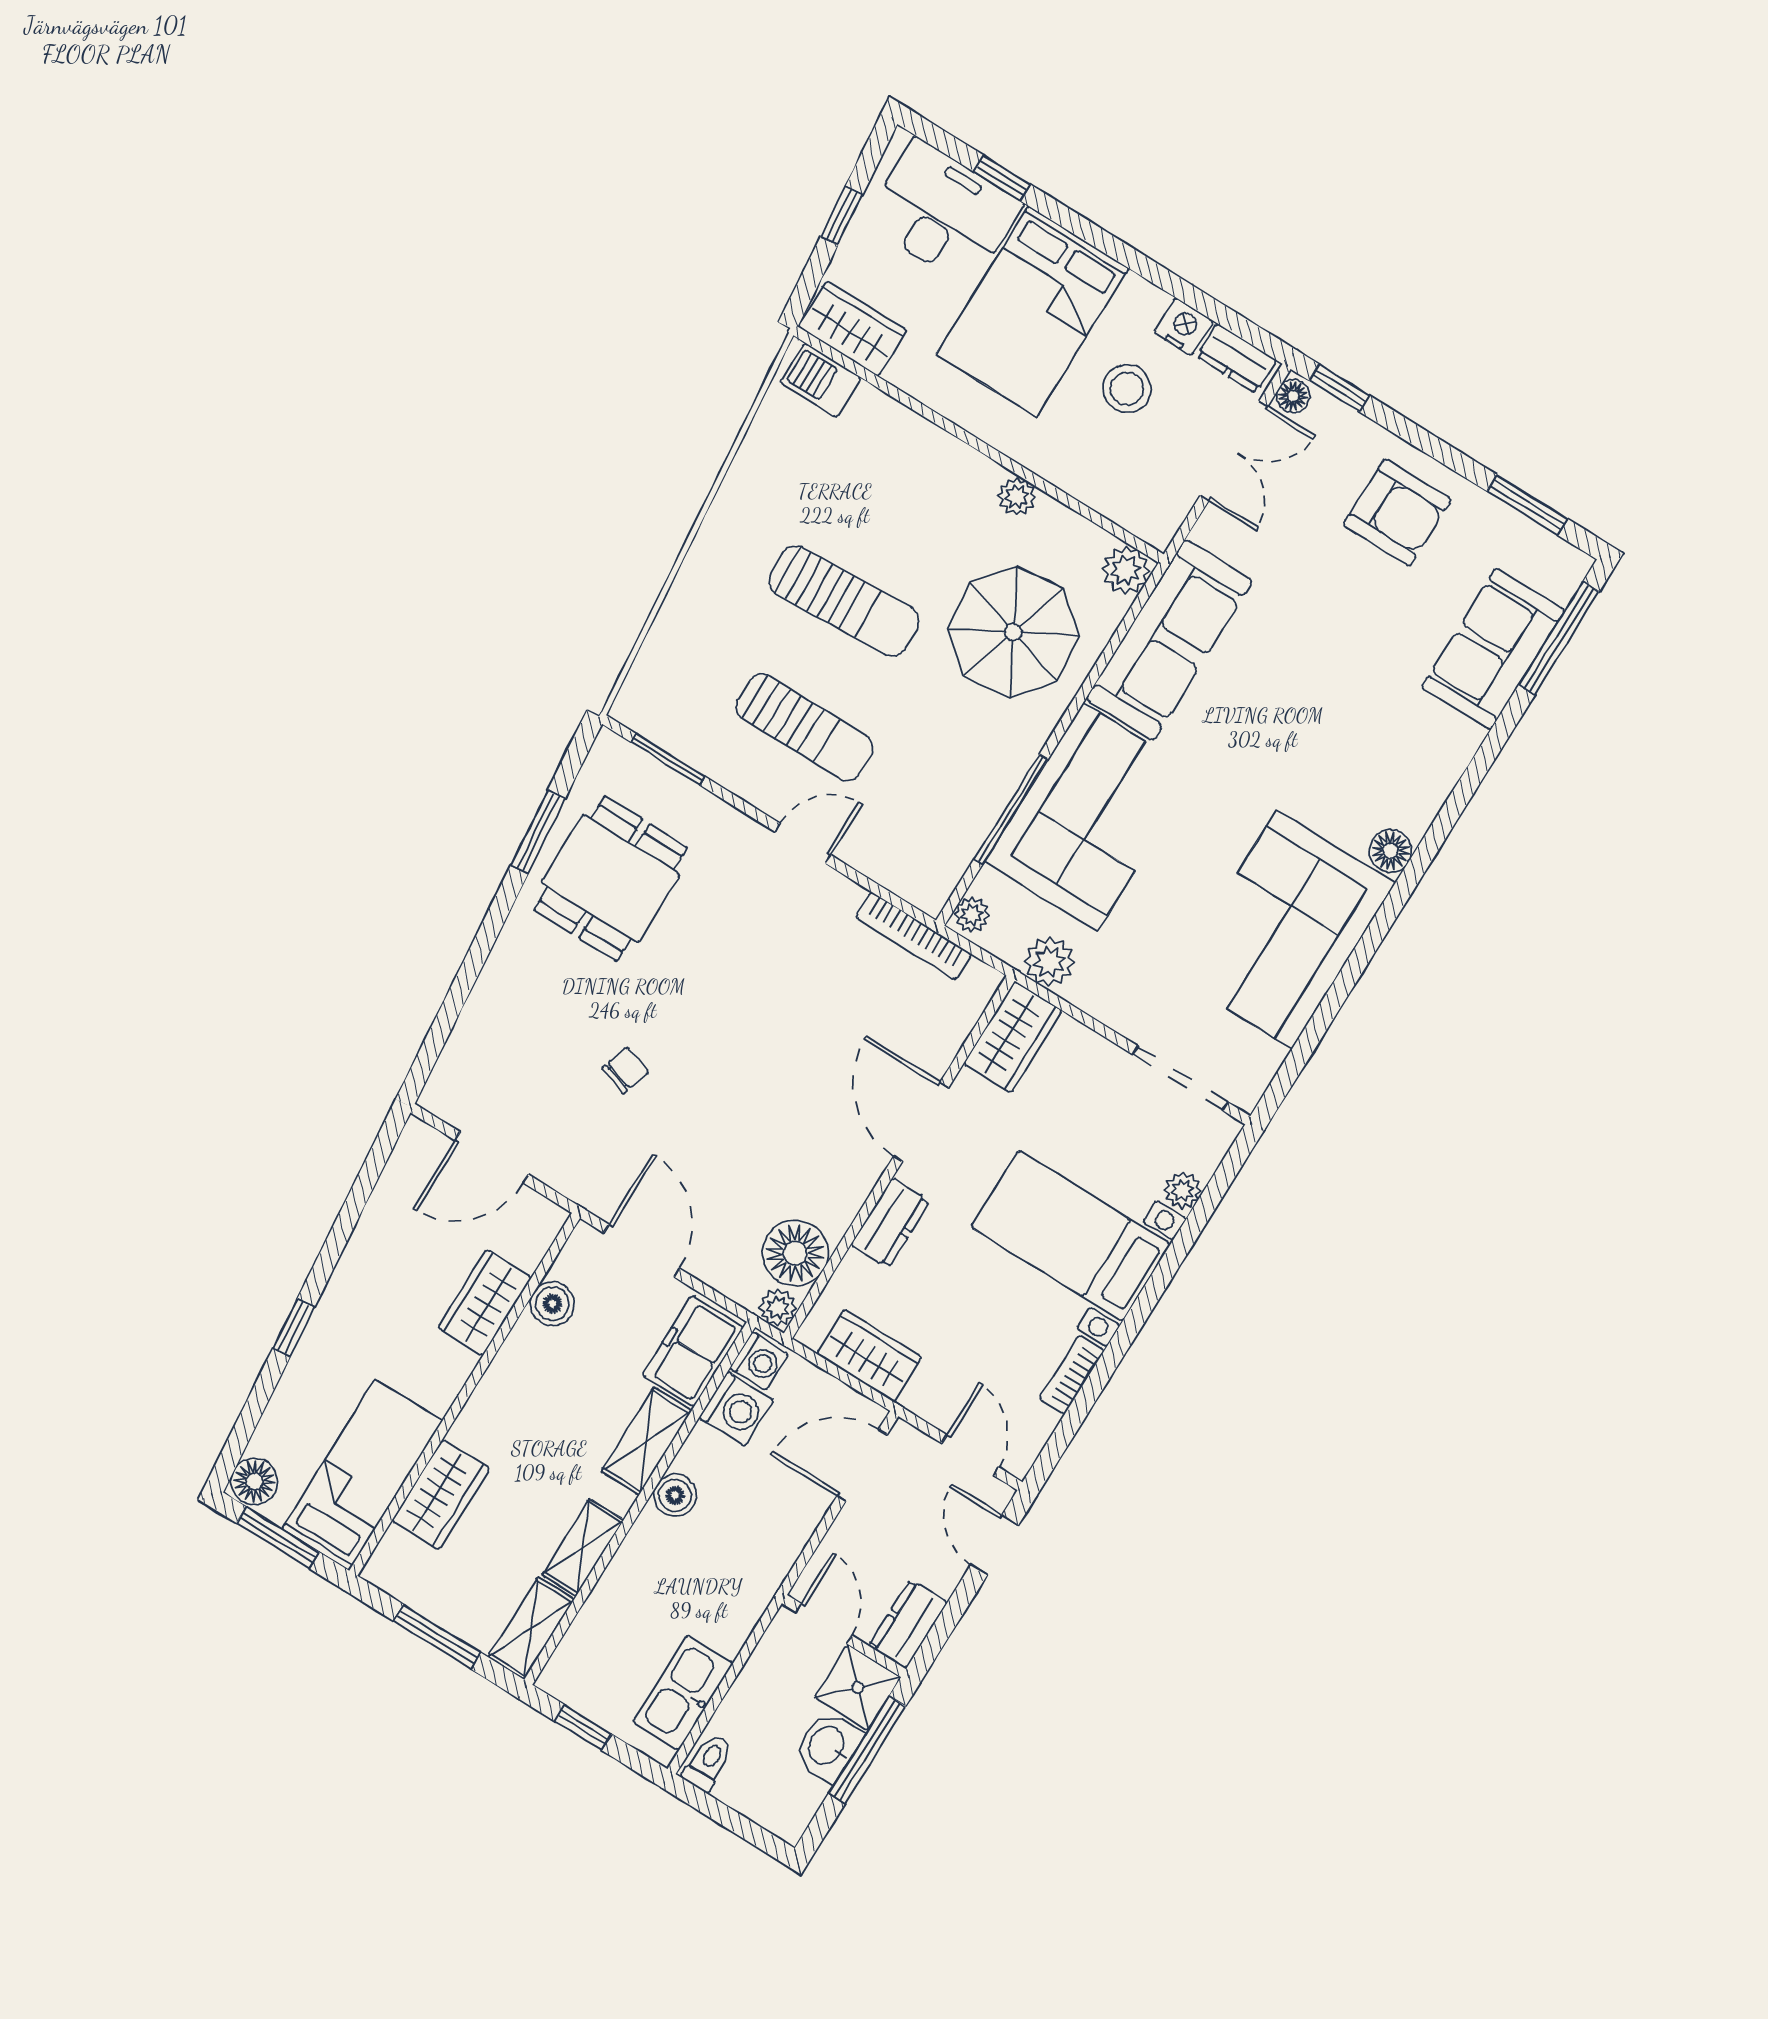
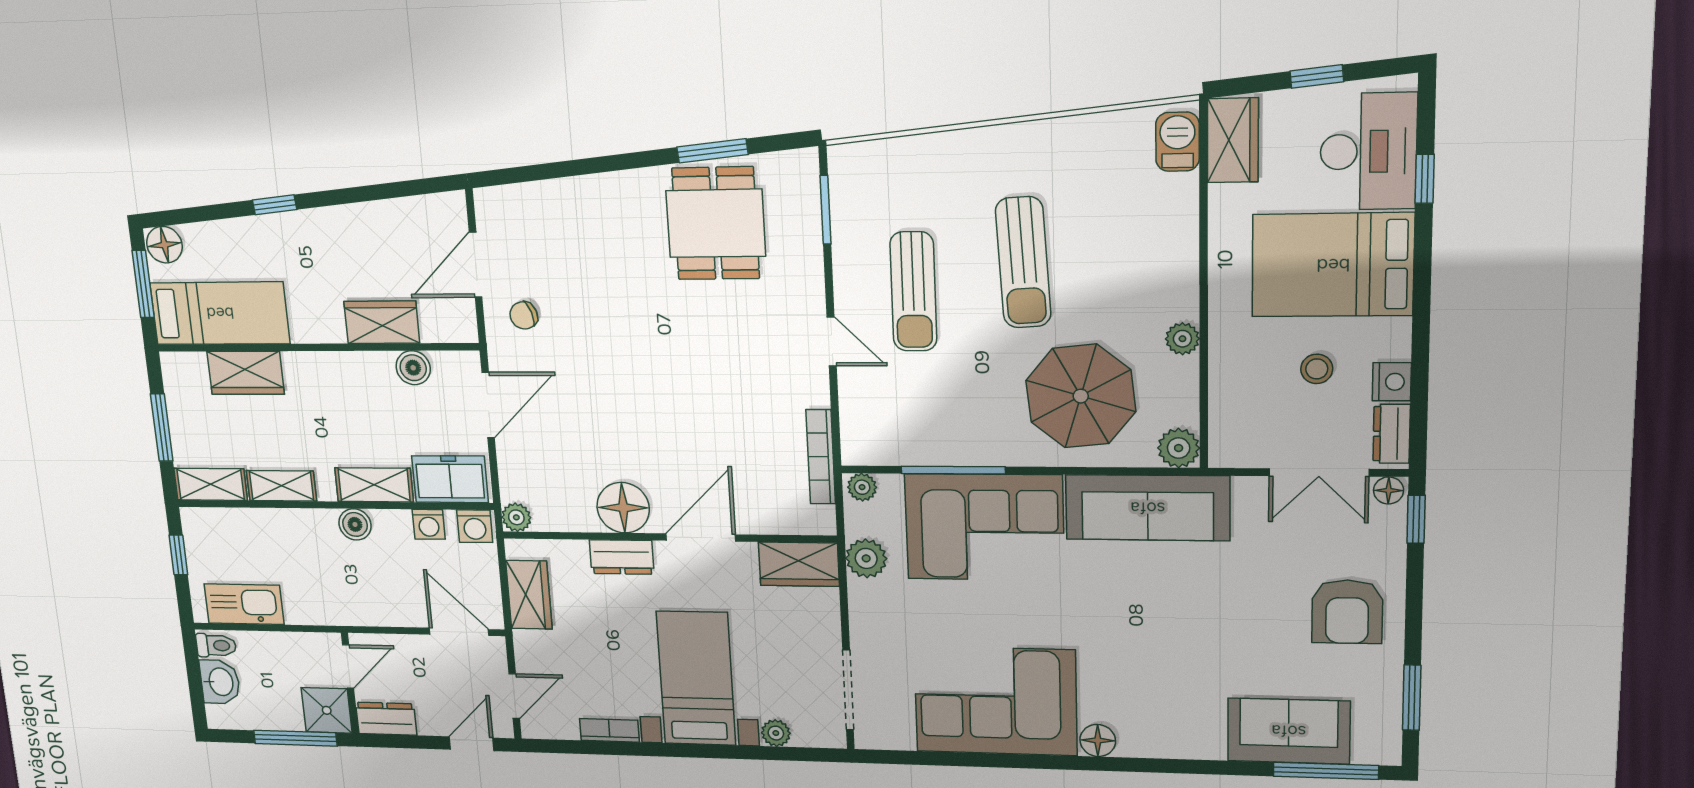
stool: (1127, 389) -> (1317, 369), width x0.73, depth x0.73
dining table: (611, 878) -> (716, 223), turned 90
chair: (625, 1070) -> (524, 315), moved, turned 144
door: (492, 1157) -> (476, 265), hinge flipped
floor lamp: (795, 1253) -> (623, 508), moved
washing machine: (736, 1409) -> (429, 524), width x0.73, depth x0.73
washbasin: (828, 1746) -> (220, 682), moved, turned 90

